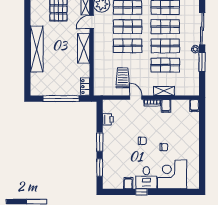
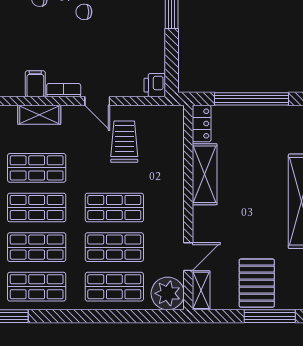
shelving: (84, 48) -> (205, 174), moved
trolley: (123, 78) -> (124, 142), turned 180
printer: (108, 119) -> (155, 85), moved

